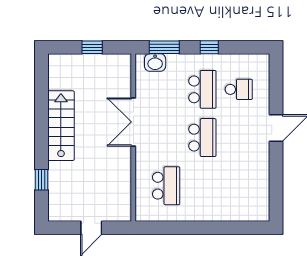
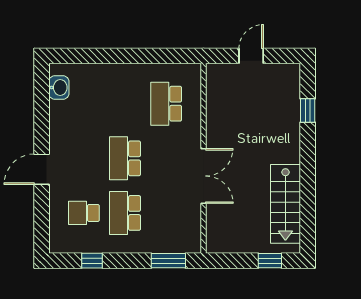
window: (92, 47) -> (270, 261), moved
window: (209, 47) -> (92, 261), moved
washbasin: (155, 63) -> (59, 87), moved, turned 90
stairs: (61, 126) -> (285, 204), moved

